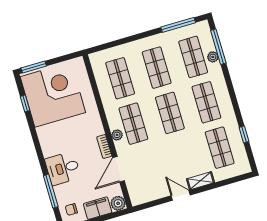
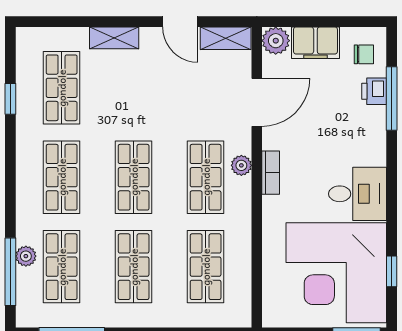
bookcase: (104, 146) -> (271, 173), moved
desk: (63, 168) -> (358, 194), moved
printer: (61, 192) -> (374, 91), added
door: (181, 195) -> (180, 22), moved
shelving: (144, 197) -> (226, 38), added

